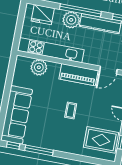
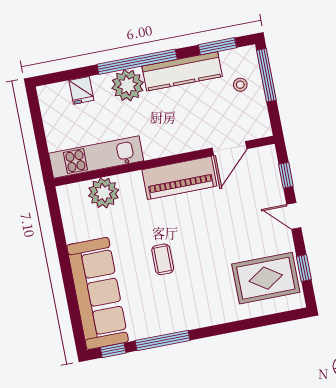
fridge: (43, 15) -> (81, 90), width x0.53, depth x0.75
kitchen unit: (51, 50) -> (96, 157), width x0.73
coffee table: (71, 110) -> (163, 259), moved

